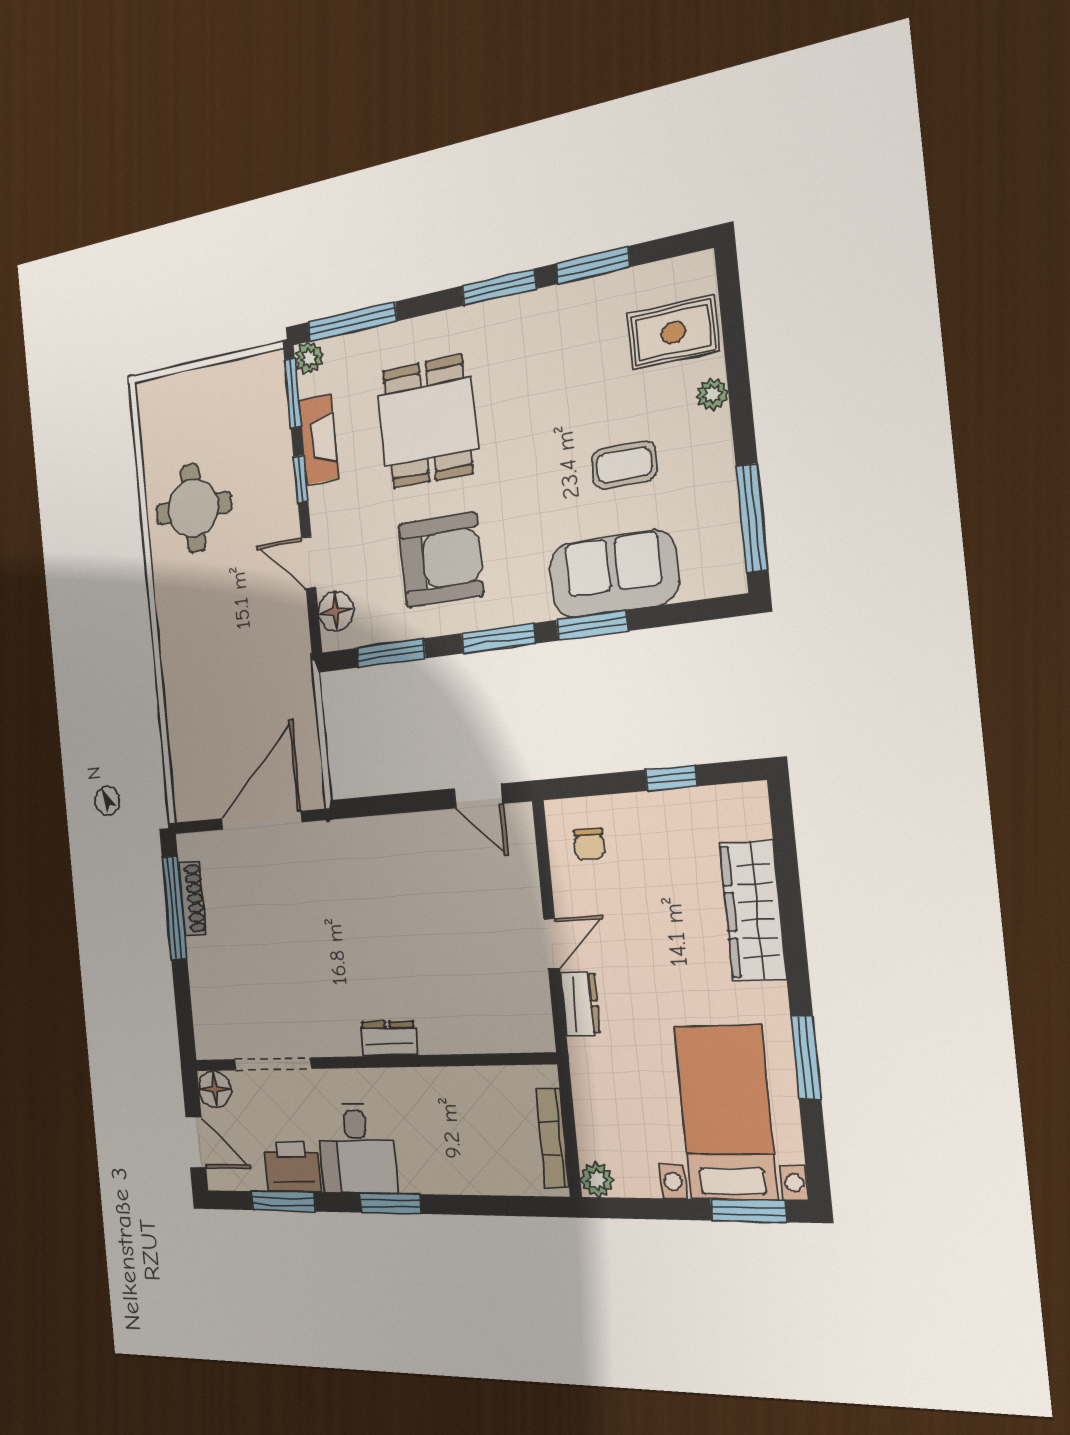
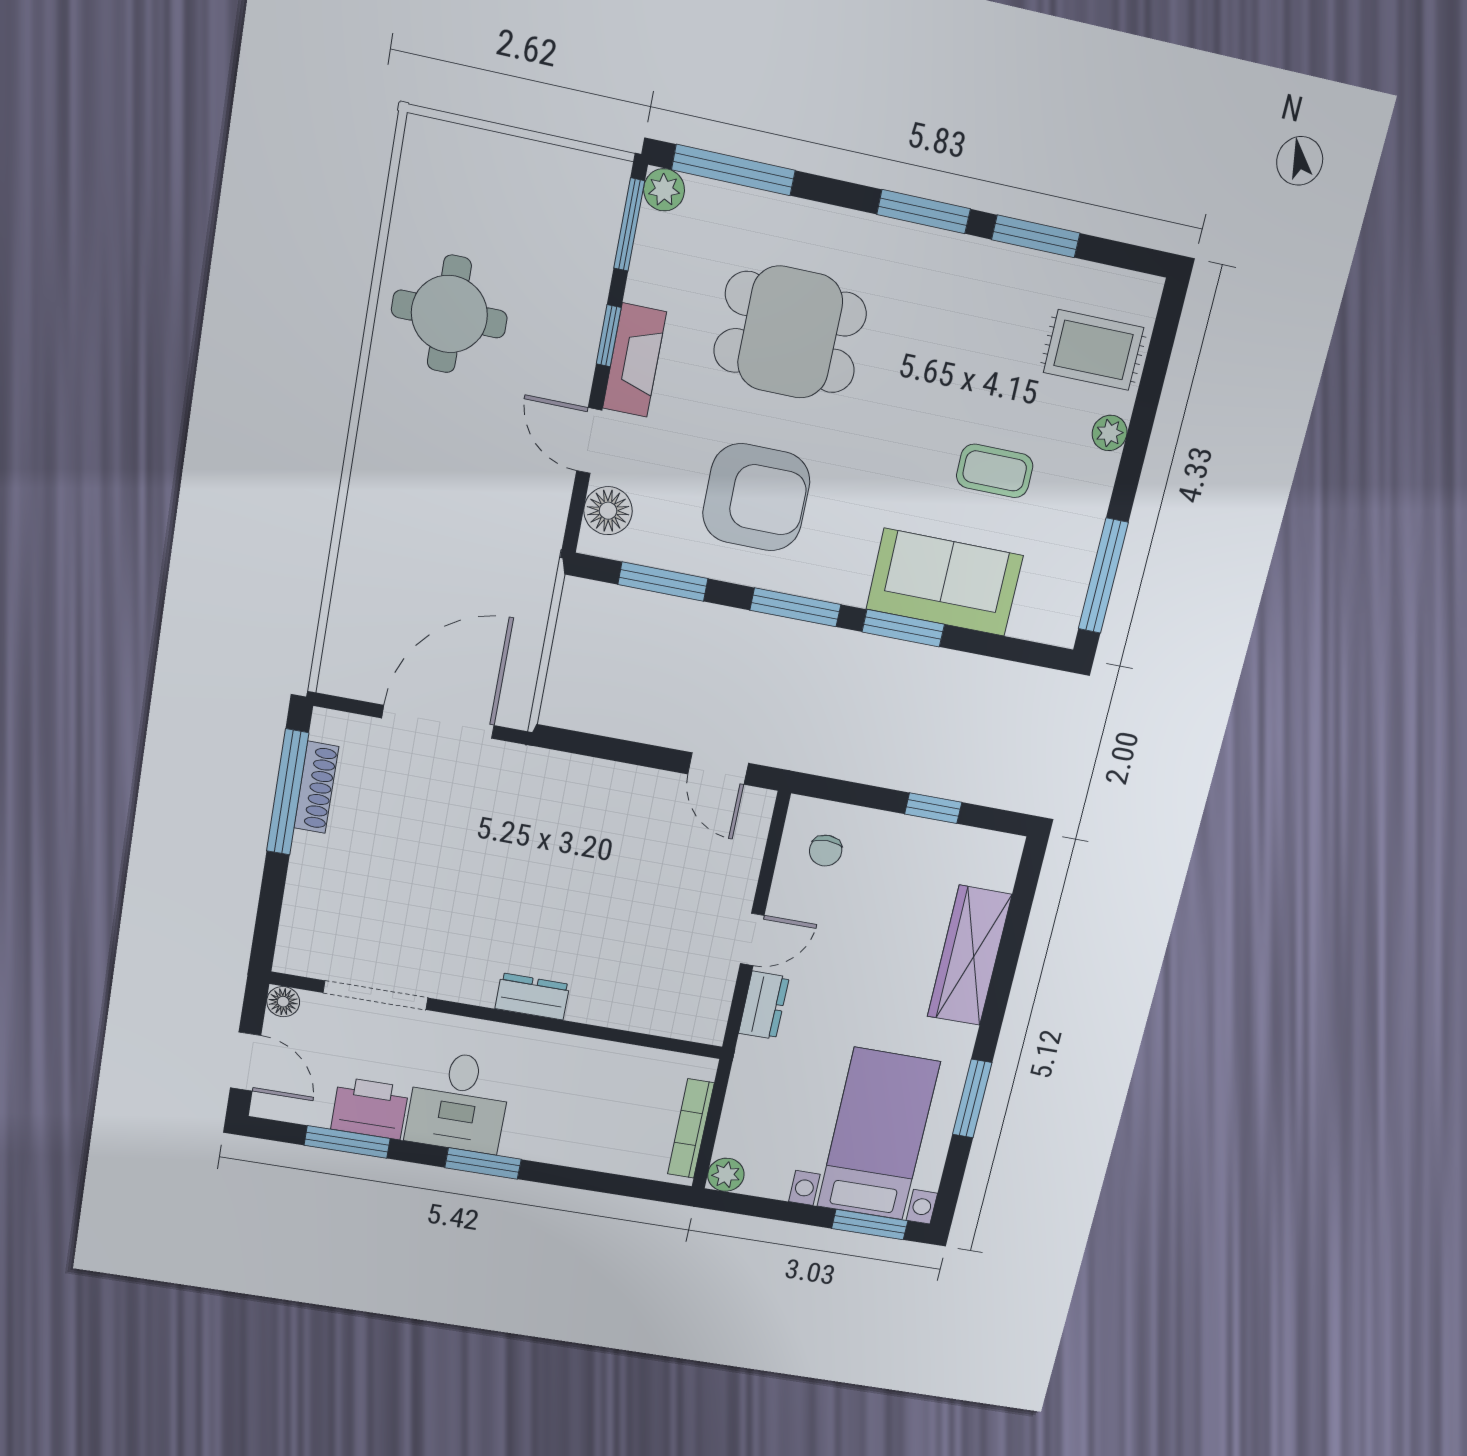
dining table: (428, 422) -> (790, 332), turned 90
fireplace: (319, 440) -> (635, 360), moved
floor lamp: (215, 1089) -> (283, 1002), width x0.73, depth x0.73

